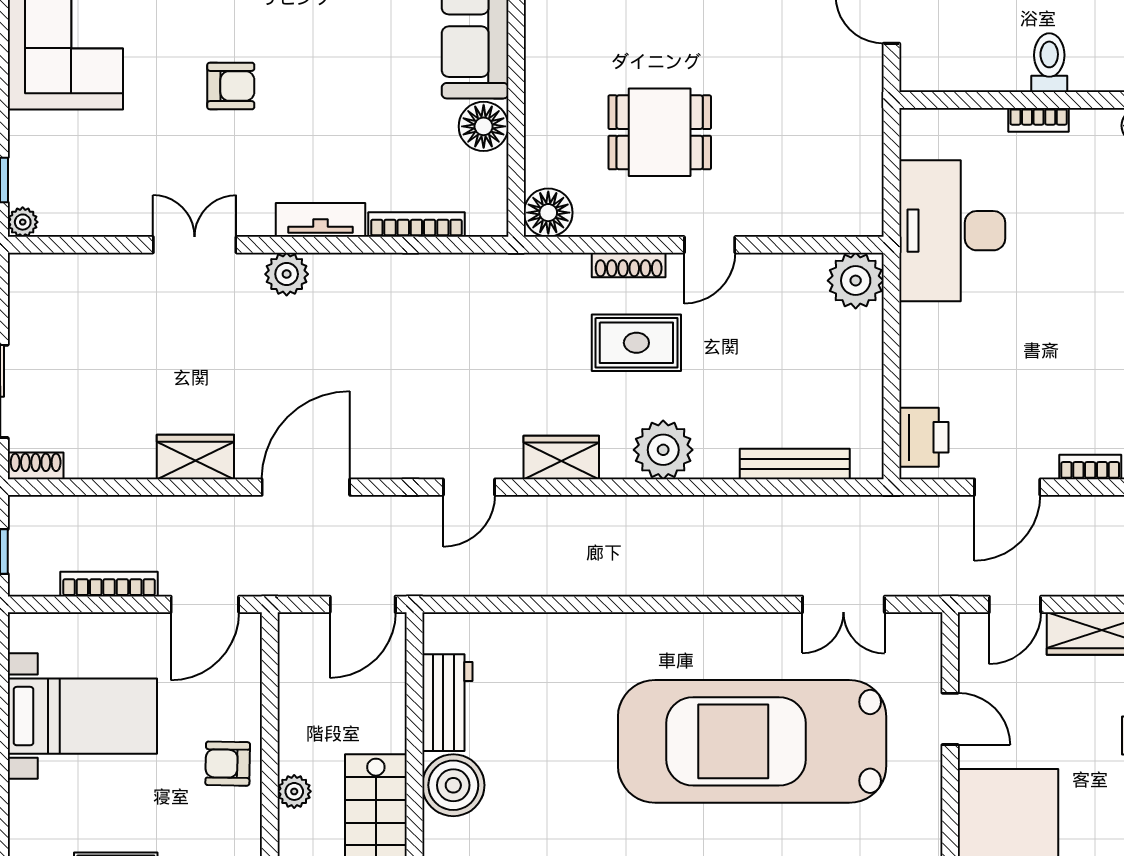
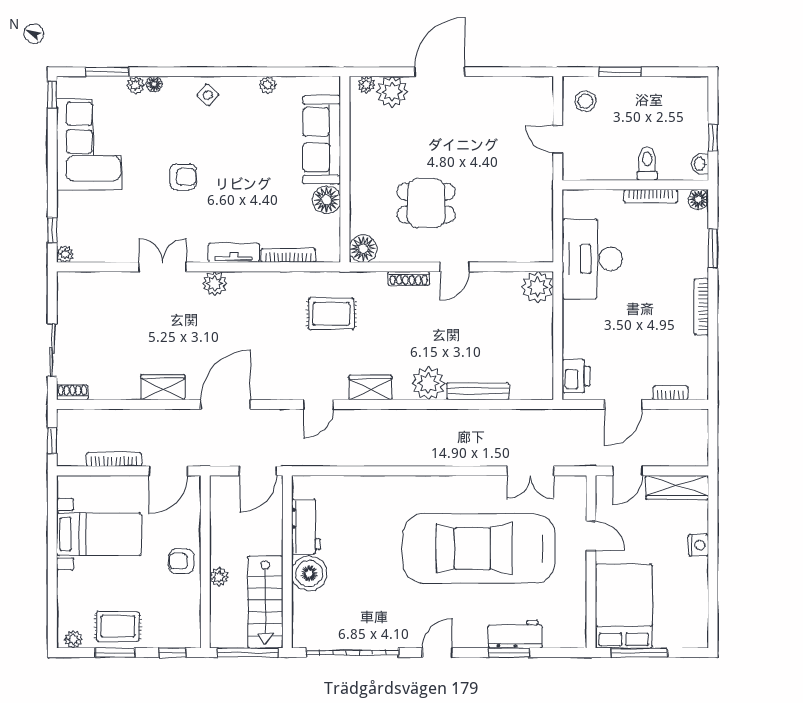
bookcase: (1039, 120) -> (651, 196), width x1.56
rug: (636, 343) -> (331, 314), moved
bench: (795, 464) -> (478, 391), moved

